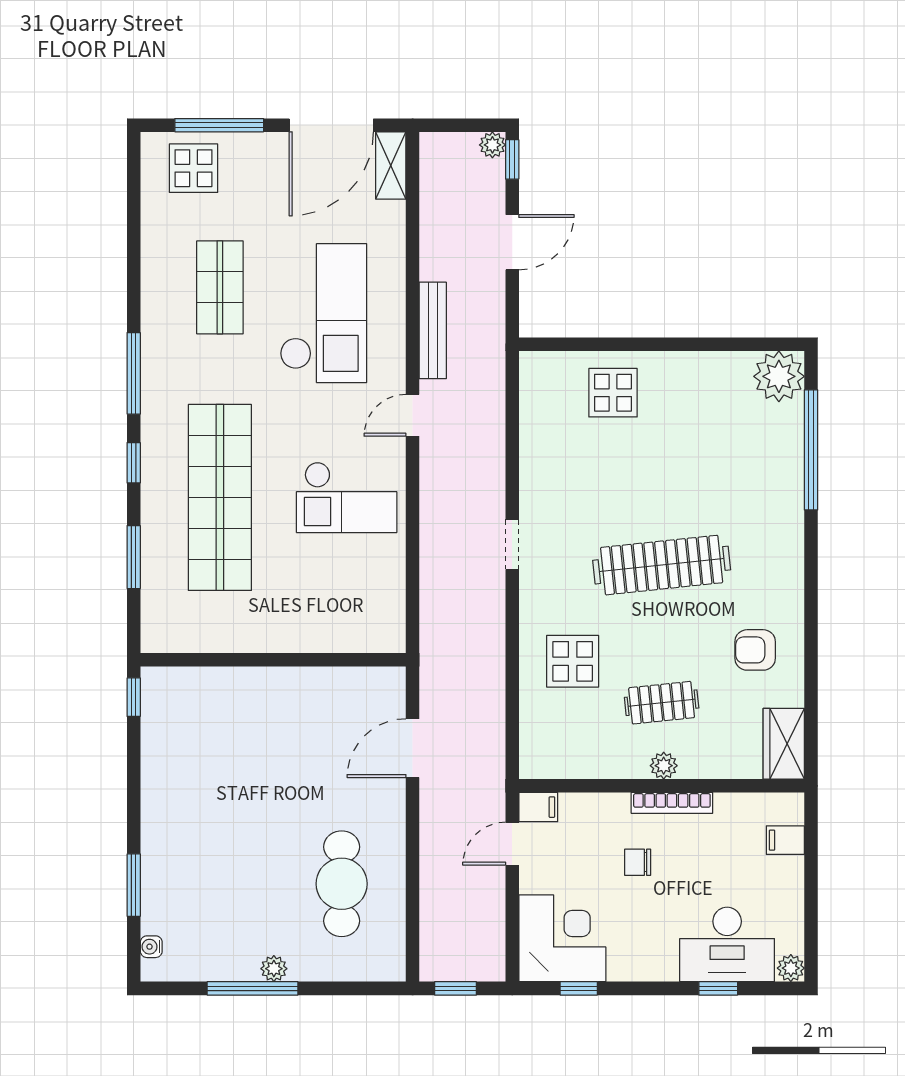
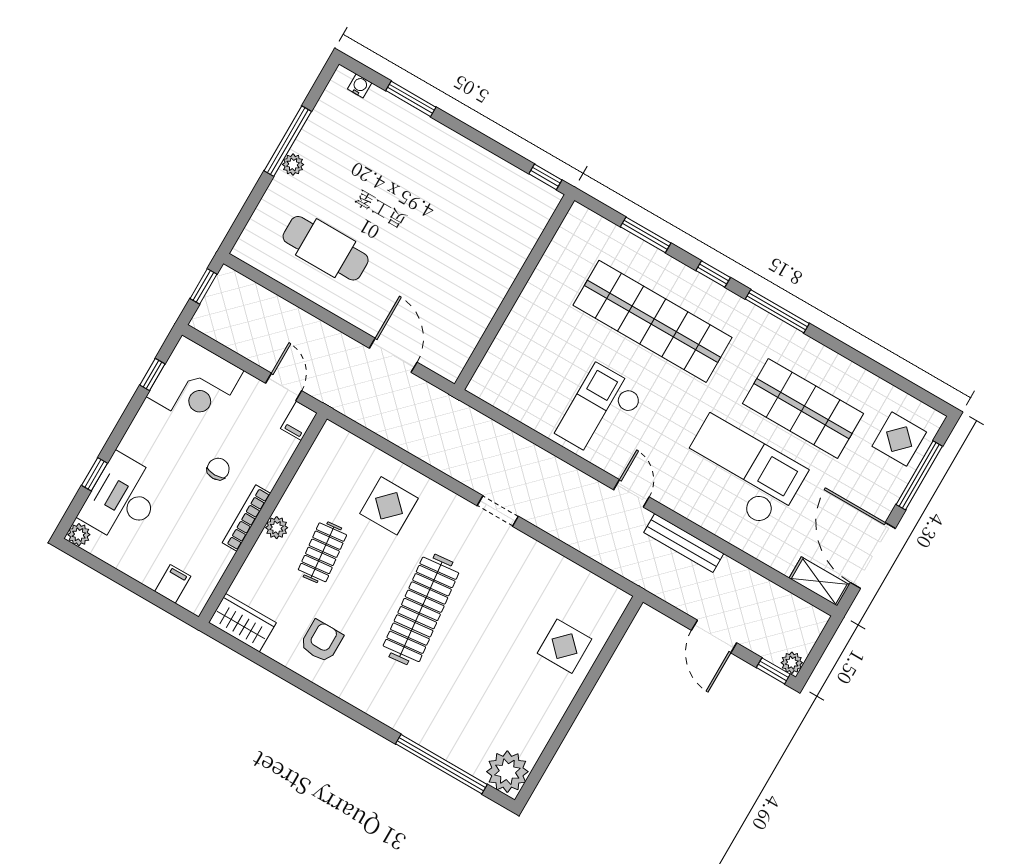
shop shelf: (220, 287) -> (803, 409), width x1.43, depth x1.36
checkout: (323, 313) -> (742, 472), turned 180

